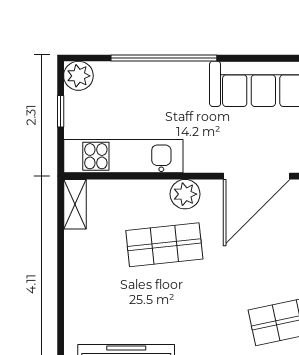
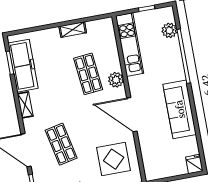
plant: (78, 76) -> (169, 30), moved
shelving: (75, 204) -> (73, 30), moved

